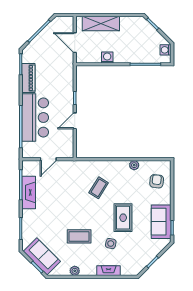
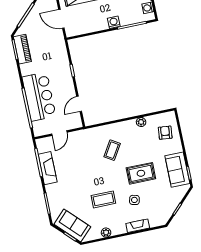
washing machine: (107, 57) -> (114, 22), moved
piano: (28, 78) -> (22, 49), moved
door: (75, 121) -> (79, 104), moved
rug: (123, 218) -> (141, 173), turned 90

